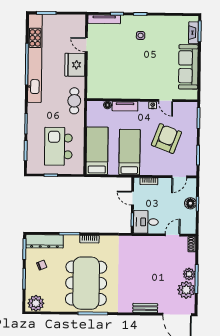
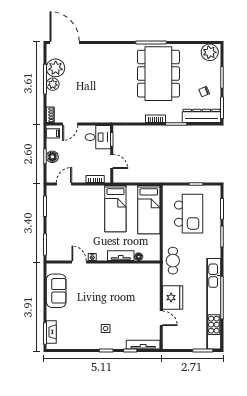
sofa: (188, 67) -> (56, 291), width x0.73
armchair: (166, 139) -> (78, 223), removed
filing cabinet: (190, 226) -> (53, 133), added
bench: (145, 308) -> (97, 49), removed

